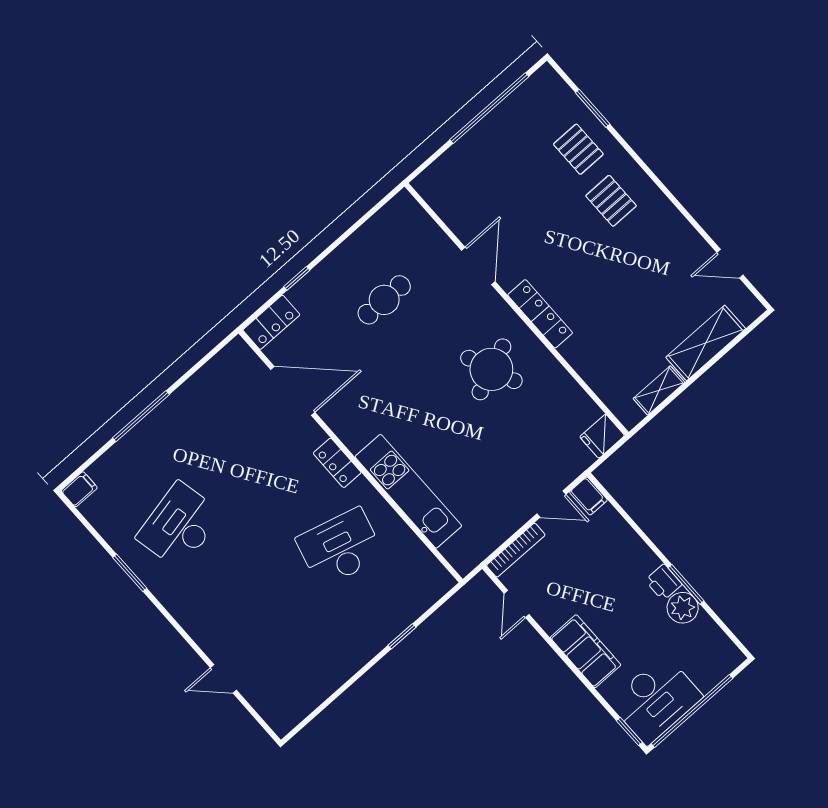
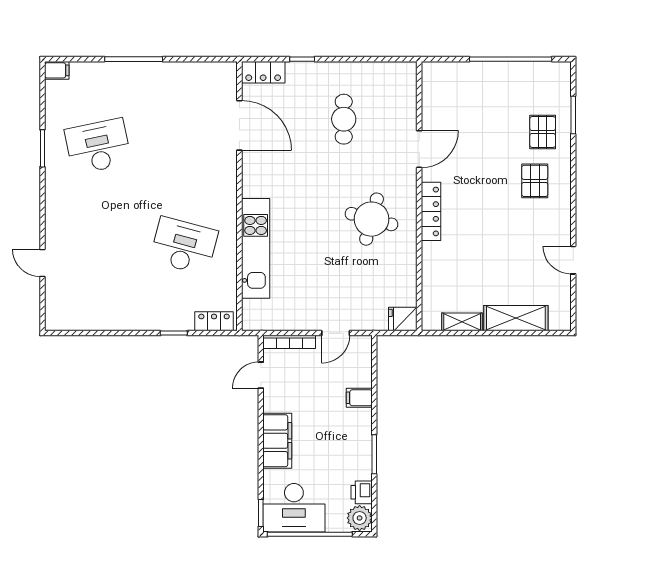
door: (730, 264) -> (573, 260), moved
cafe table: (384, 300) -> (344, 119), turned 90
round table: (491, 369) -> (372, 219), turned 37
locker: (337, 463) -> (214, 321), moved, turned 90
filing cabinet: (588, 496) -> (359, 398), moved, turned 90
door: (551, 504) -> (336, 333), hinge flipped
printer: (663, 582) -> (362, 492), moved
plant: (683, 608) -> (360, 518), moved

